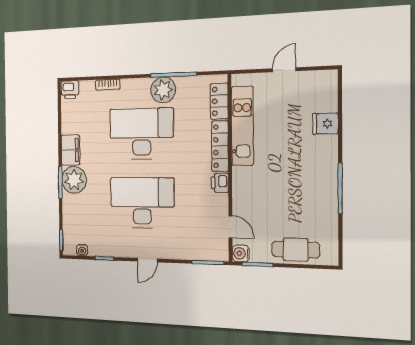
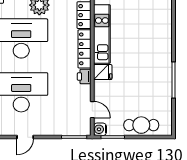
fridge: (325, 124) -> (103, 72), moved, turned 180

